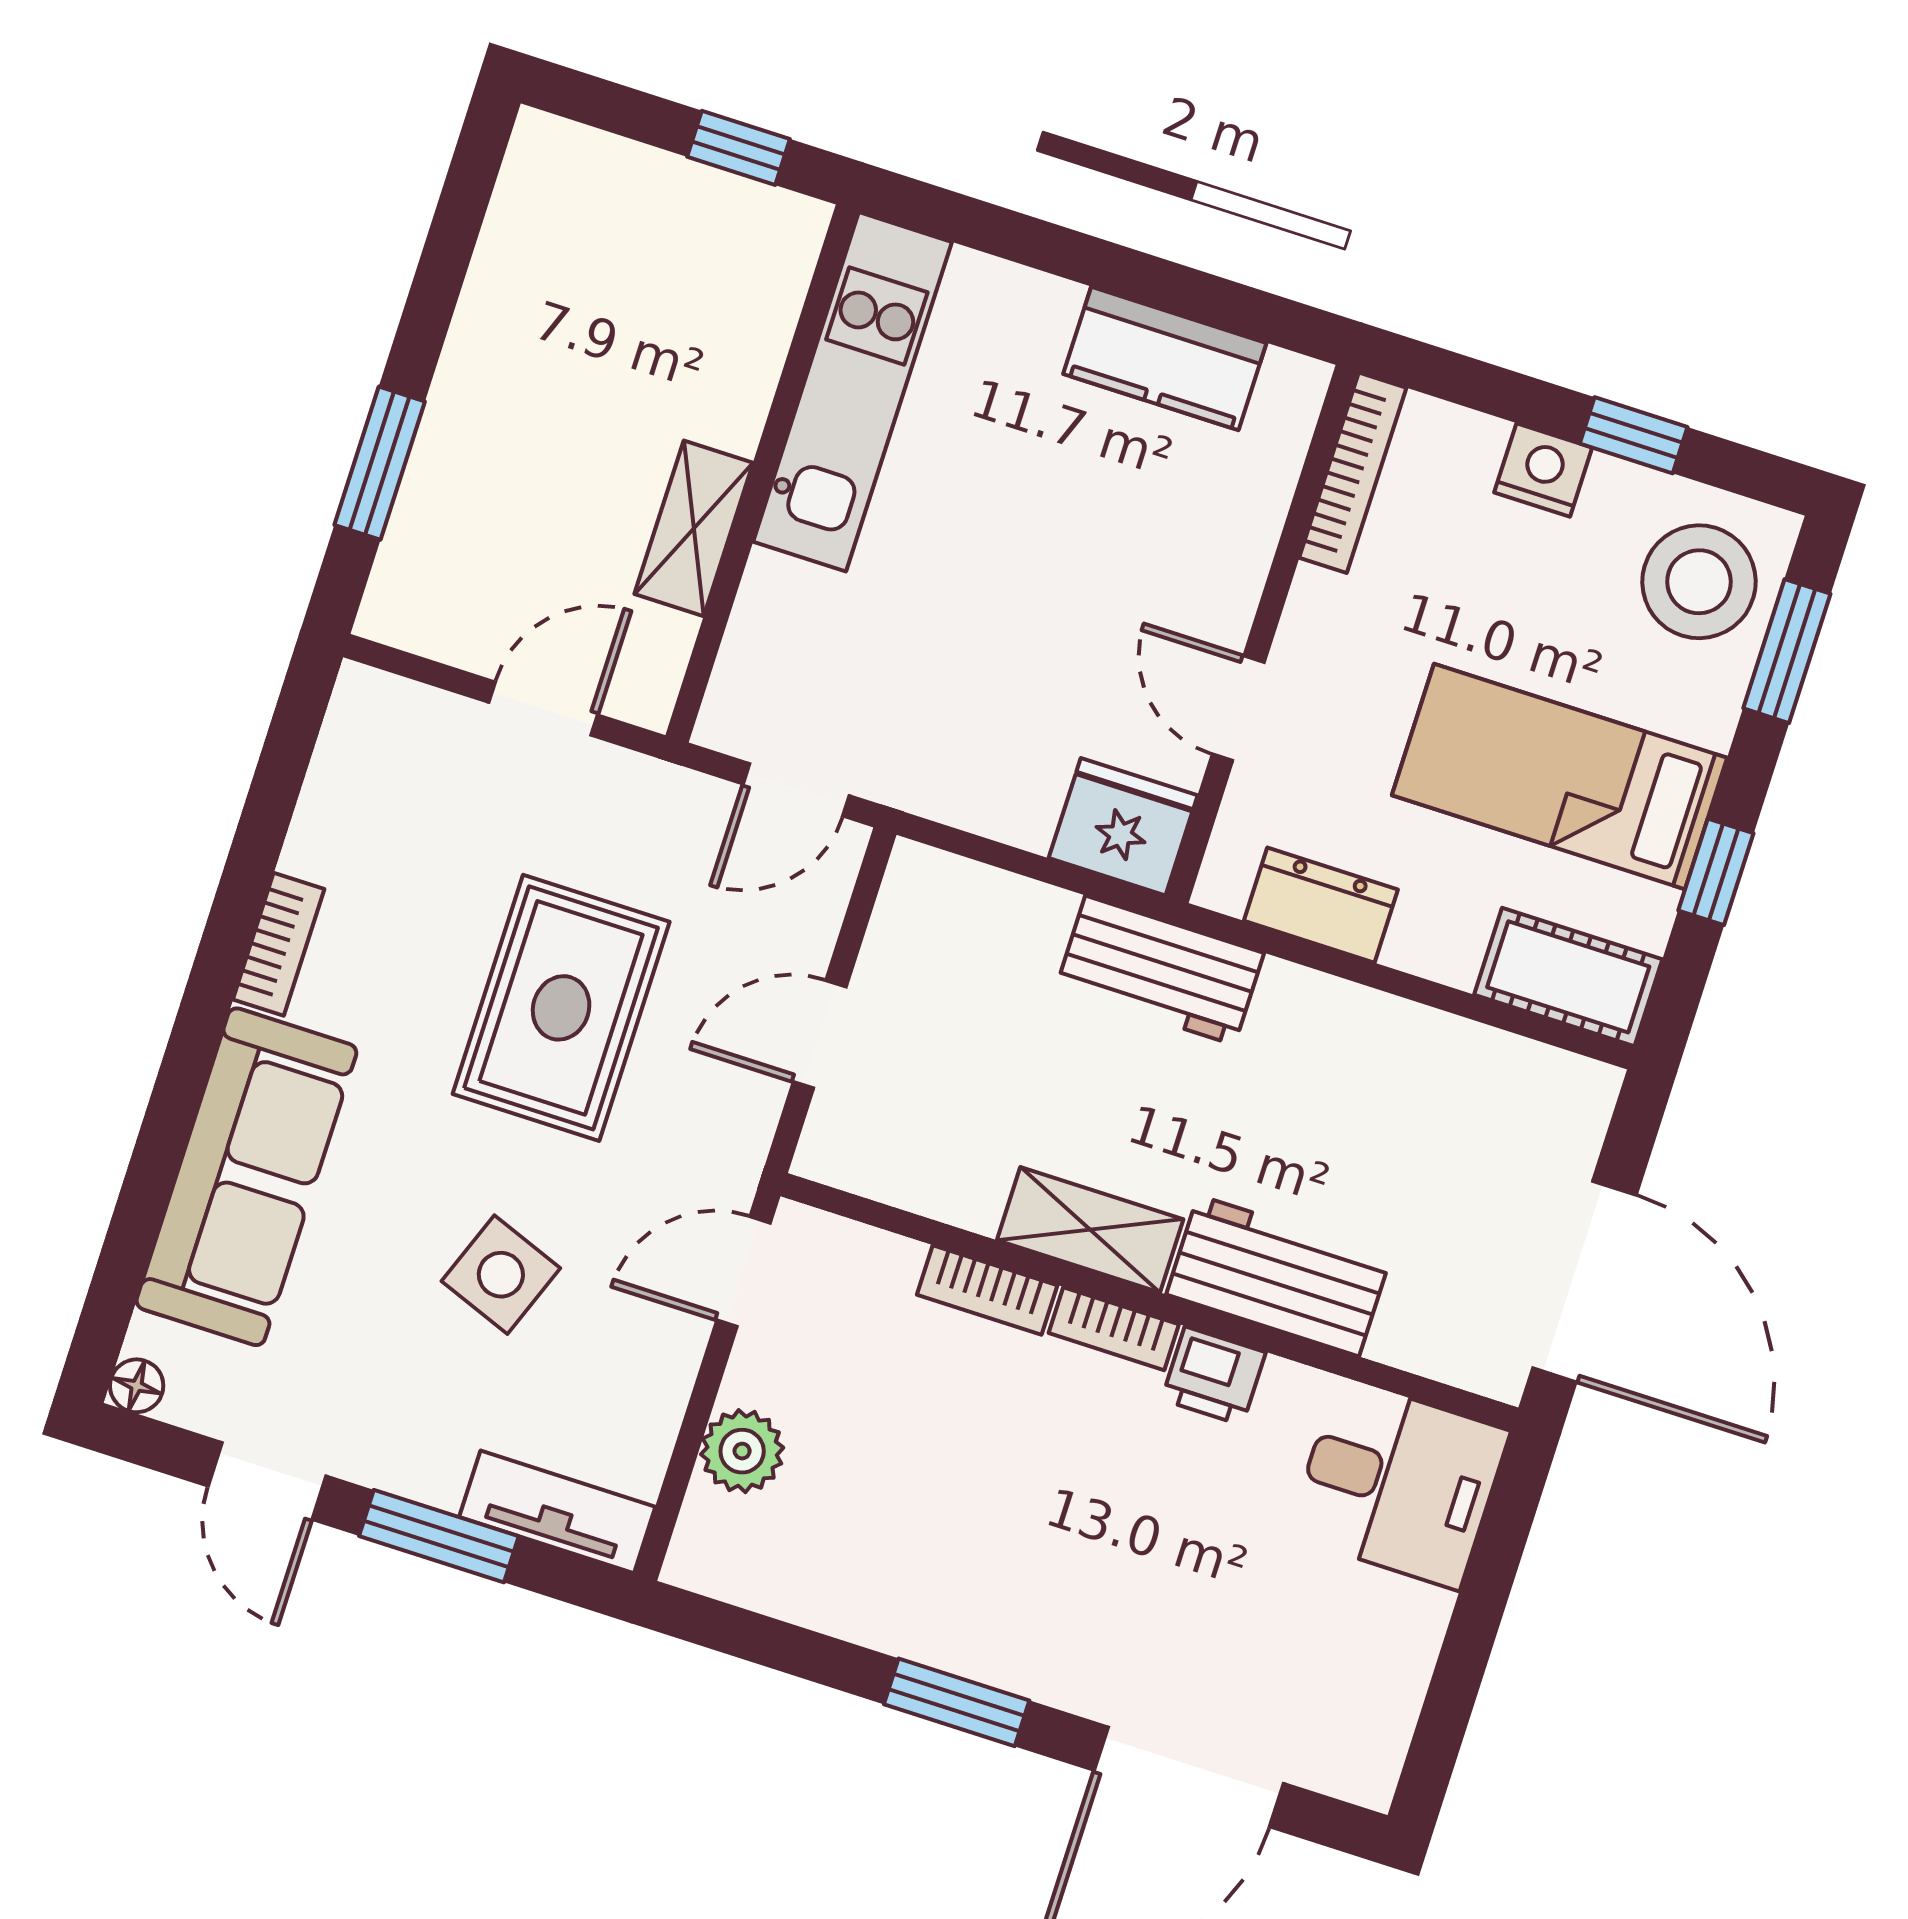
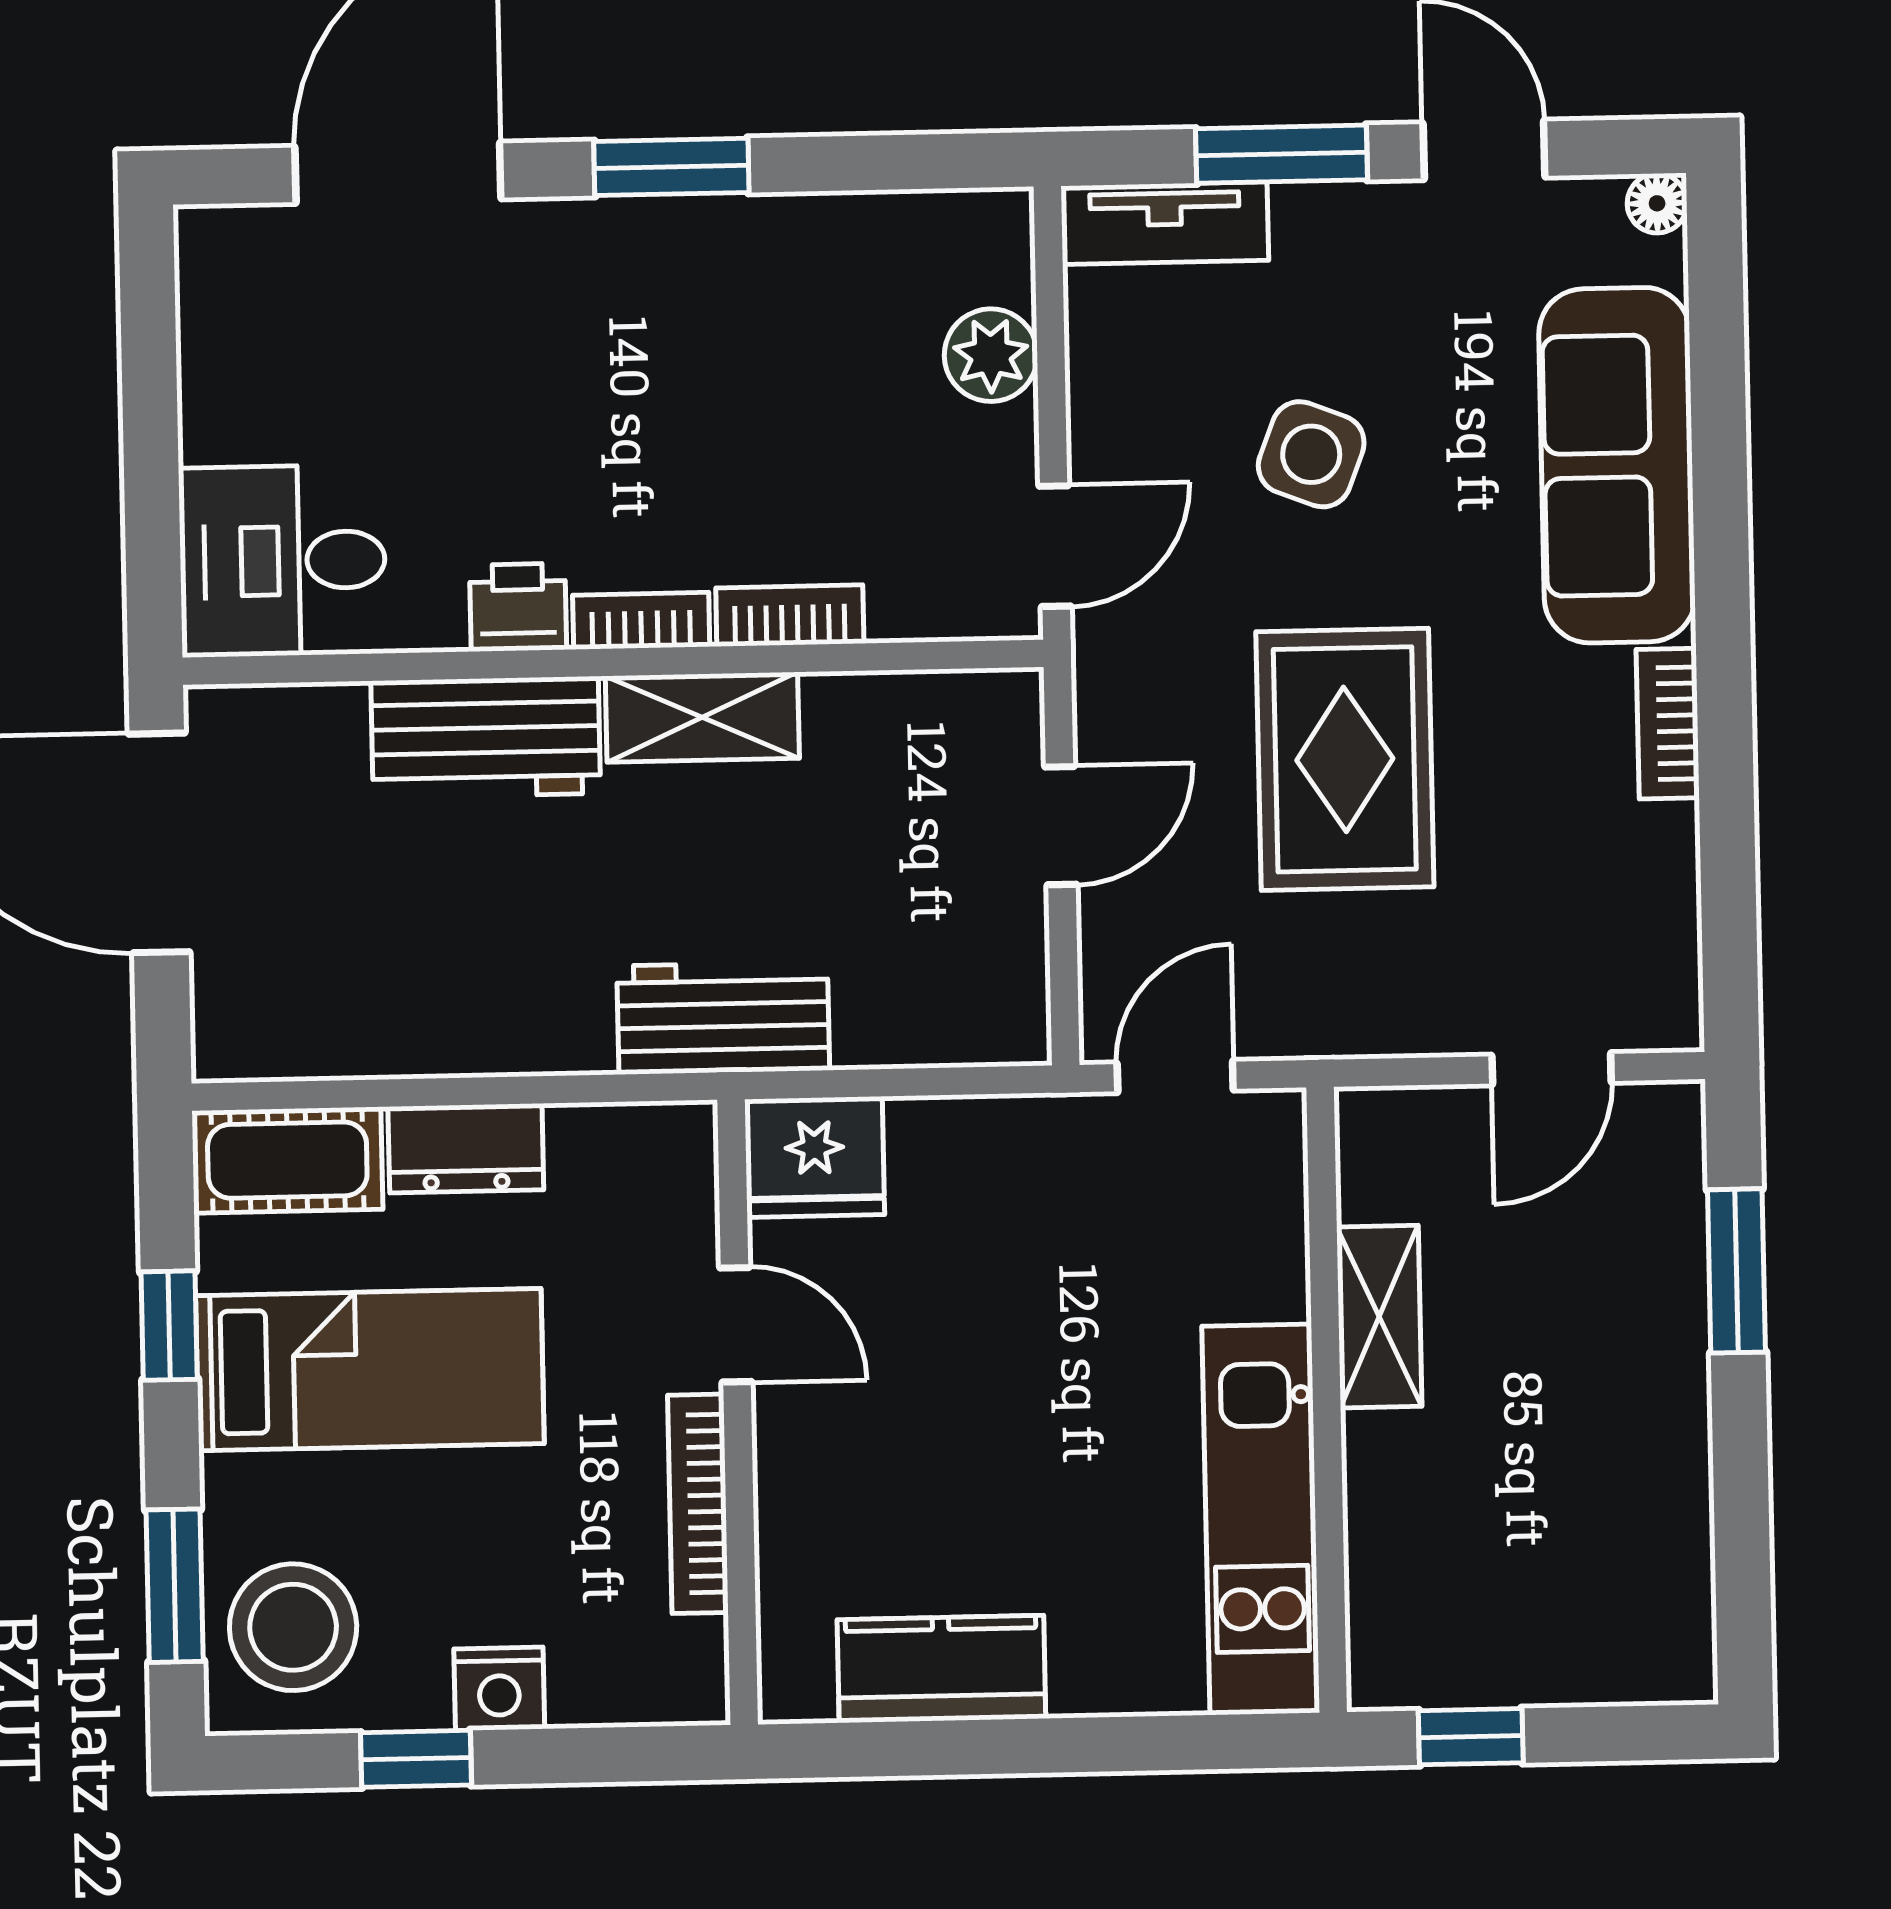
bookcase: (1353, 473) -> (698, 1504), moved
door: (543, 709) -> (1552, 1069), moved
dresser: (1321, 905) -> (466, 1148), moved

